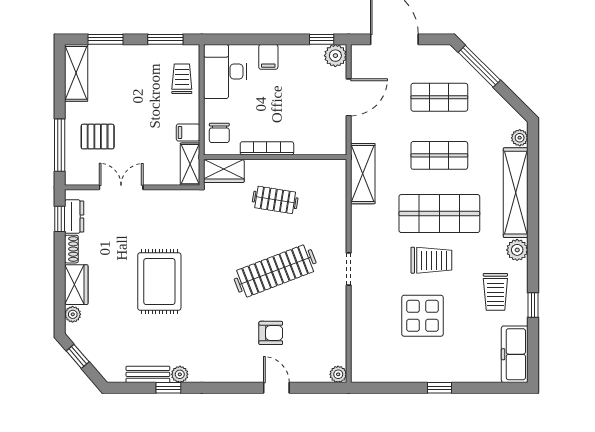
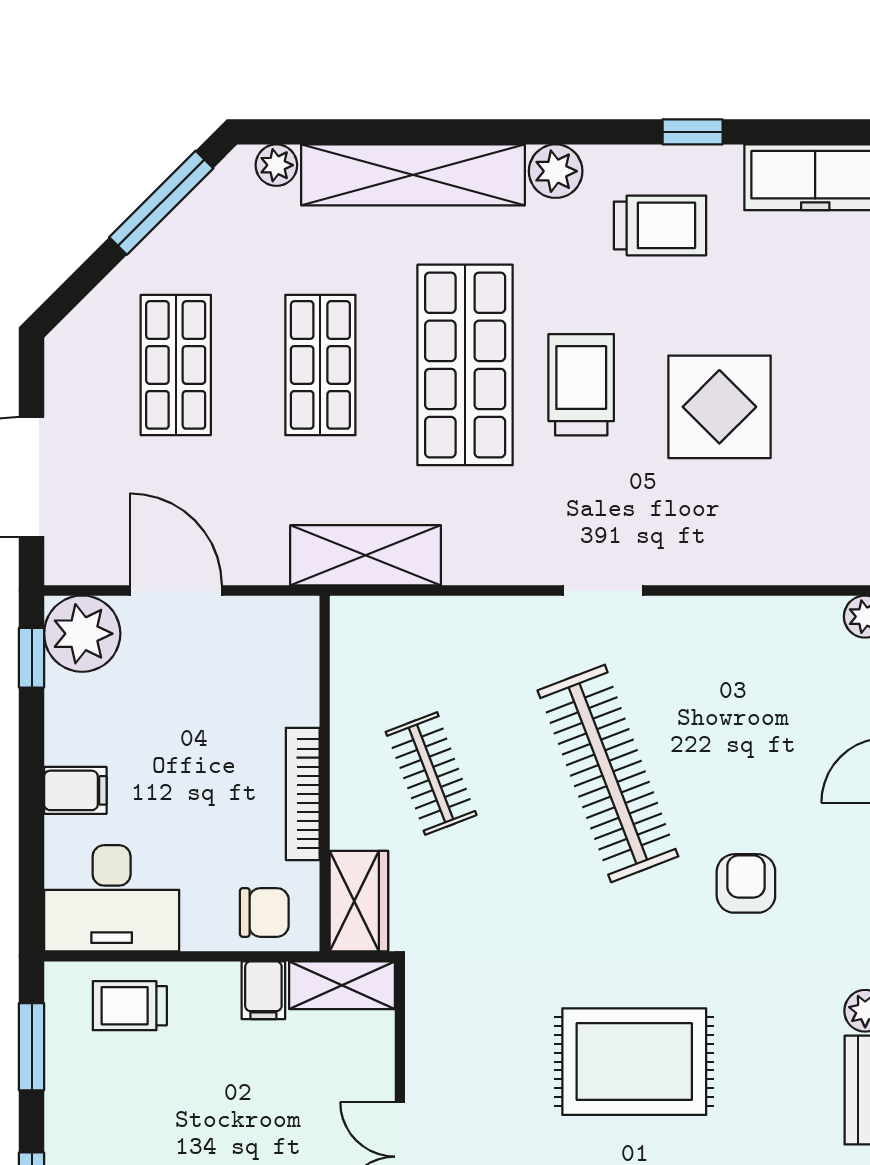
plant: (335, 56) -> (82, 634), width x1.36, depth x1.36
window: (479, 66) -> (161, 203), moved
clothes rail: (275, 200) -> (431, 773), turned -30
armchair: (271, 333) -> (746, 883), moved

